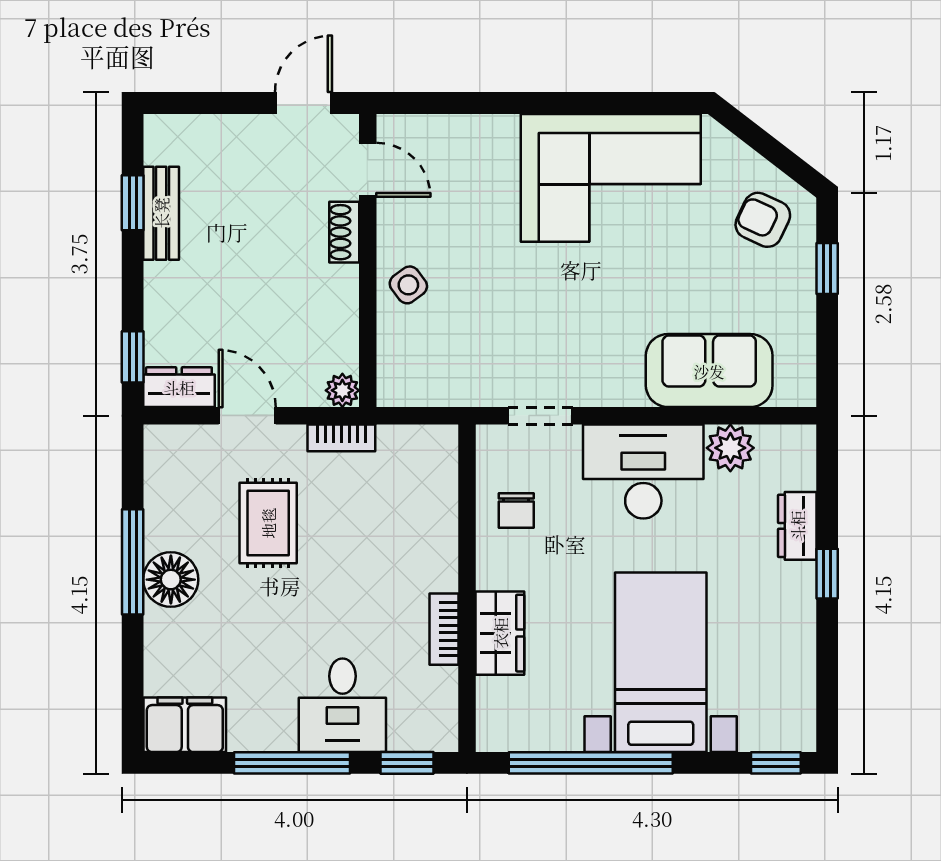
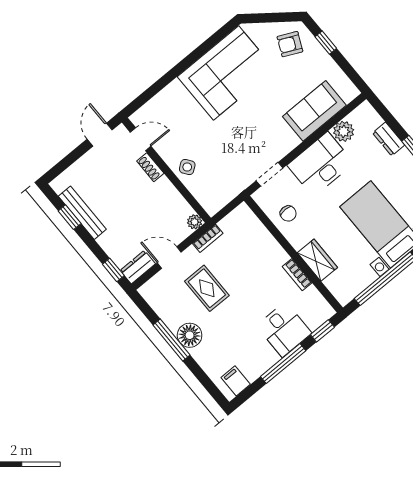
bench: (161, 213) -> (82, 213), width x1.36
filing cabinet: (185, 725) -> (236, 381), width x0.50

